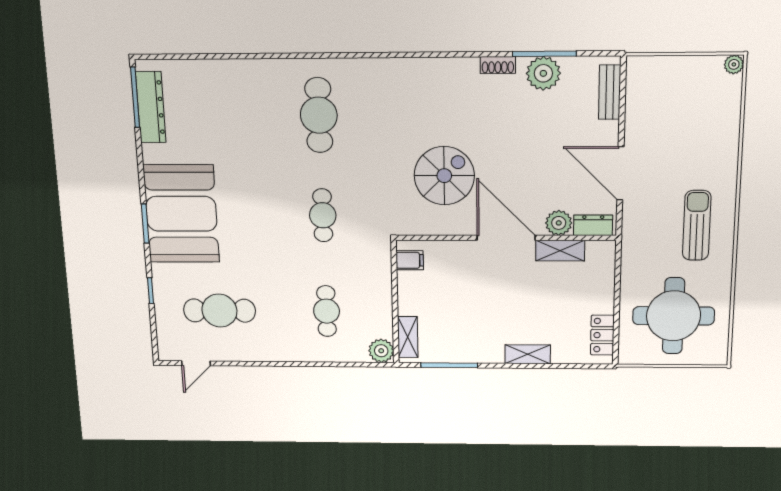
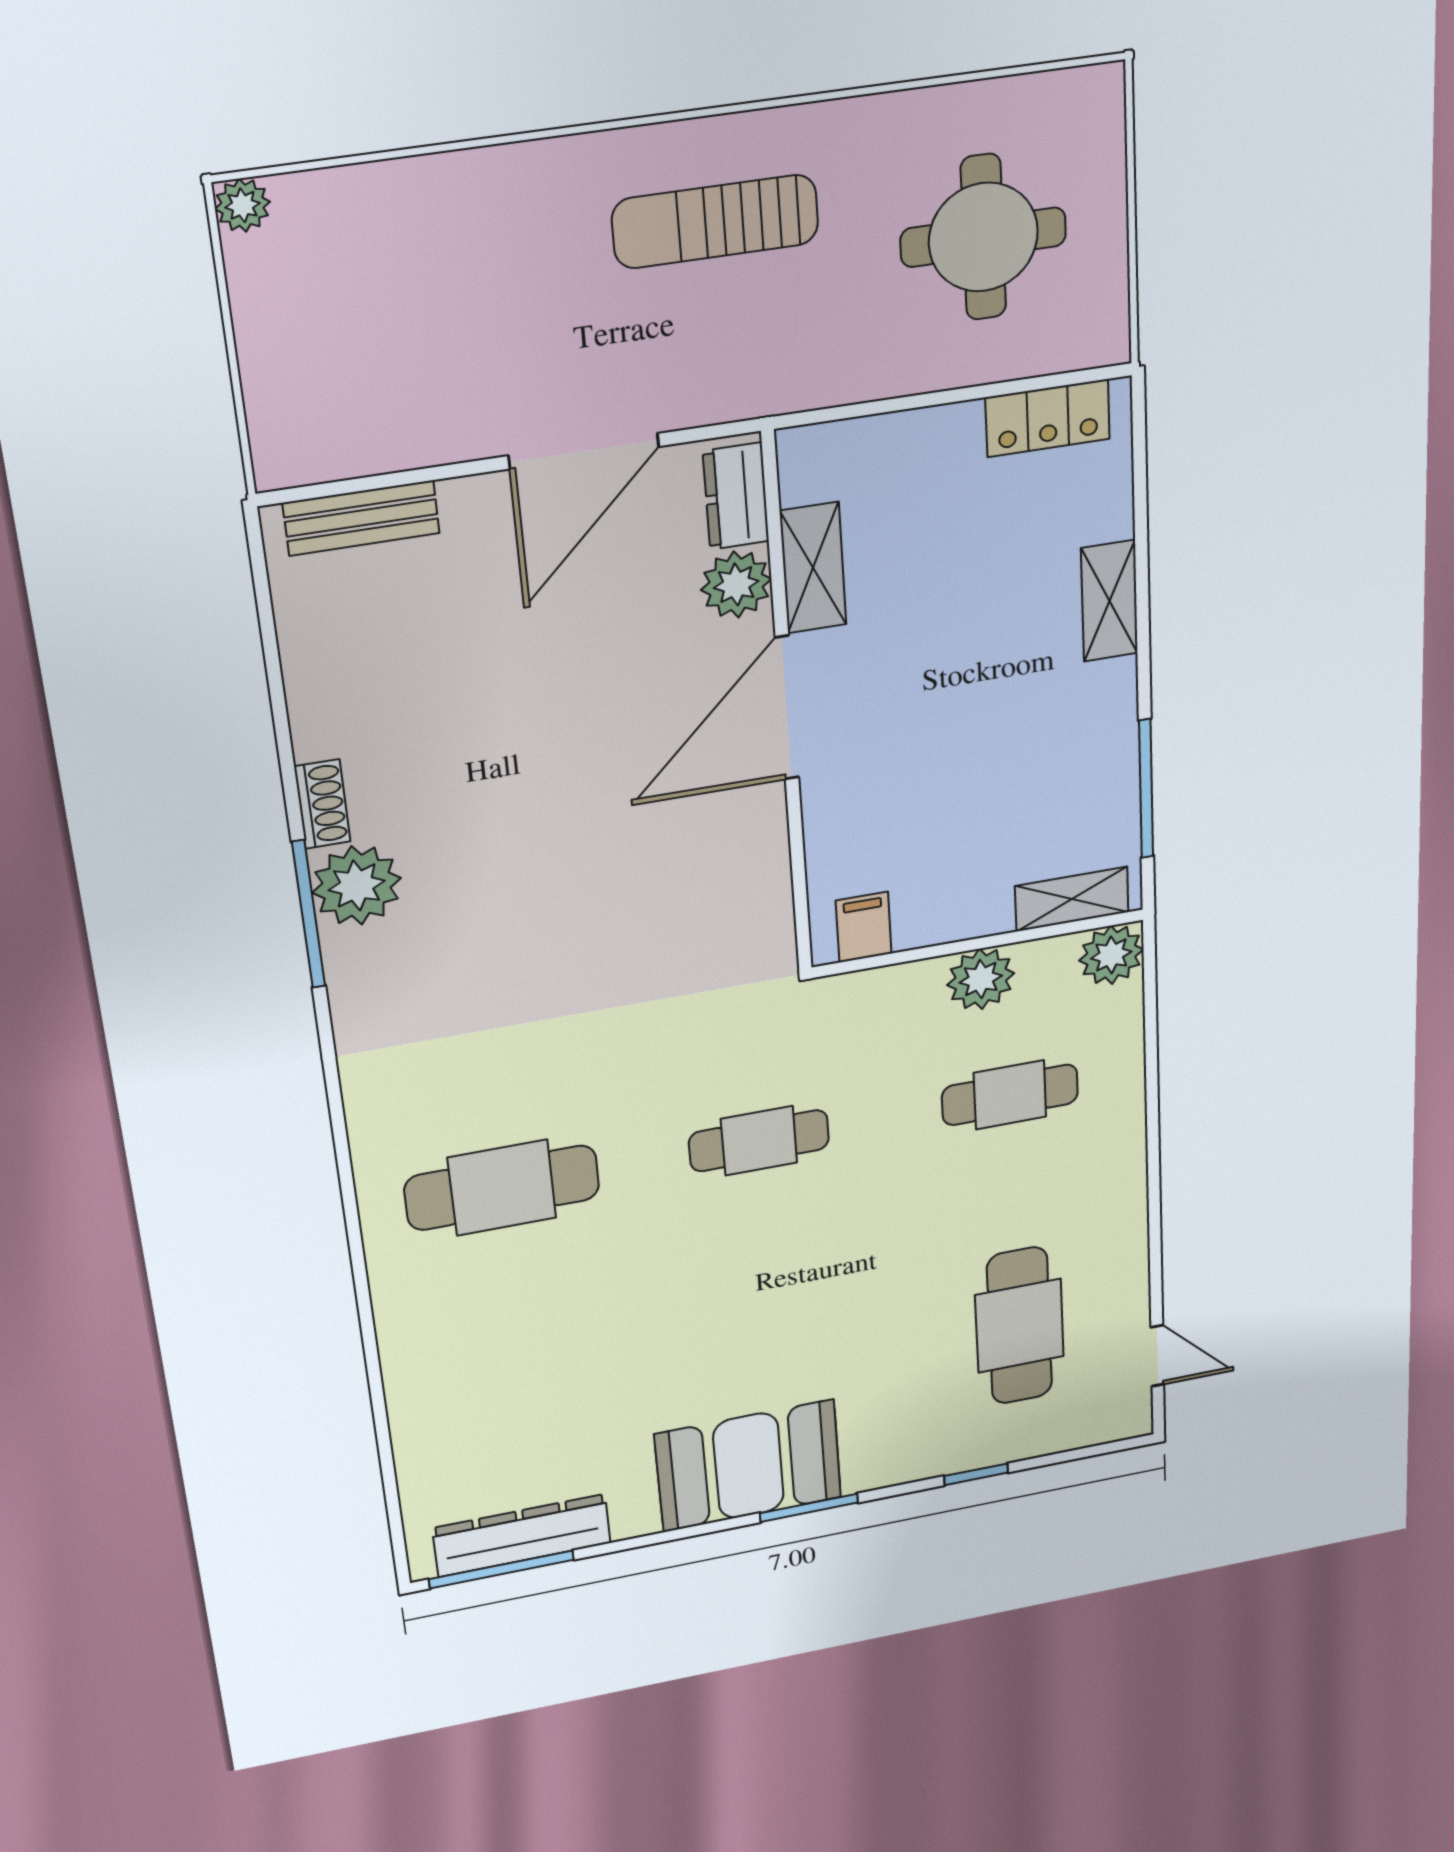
window: (544, 54) -> (308, 914), moved
plant: (543, 73) -> (357, 885), moved
spiral stairs: (444, 176) -> (631, 882), removed
booth: (181, 214) -> (748, 1466), width x0.73, depth x0.70
plant: (379, 302) -> (981, 979), added
round table: (674, 316) -> (983, 237), width x0.73, depth x0.73

